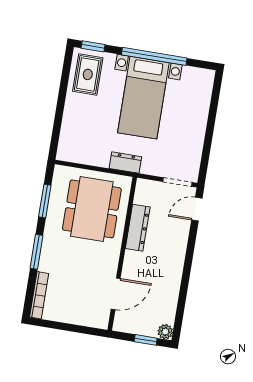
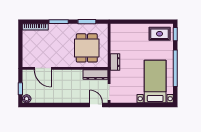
bed with nightstands: (143, 98) -> (155, 82), moved, turned 90
dining table: (92, 209) -> (87, 48), width x0.73
dresser: (138, 228) -> (95, 75), moved

